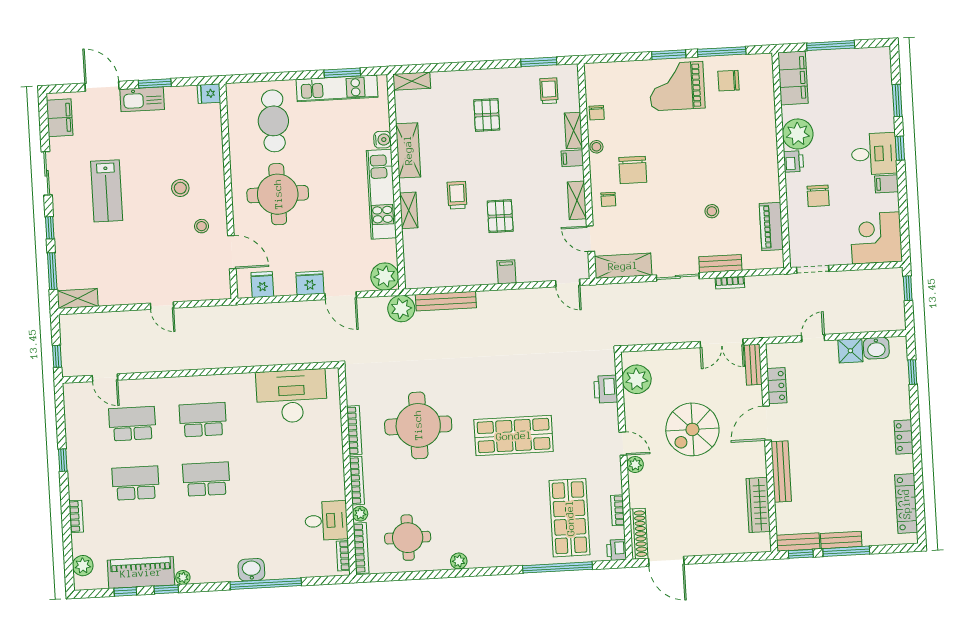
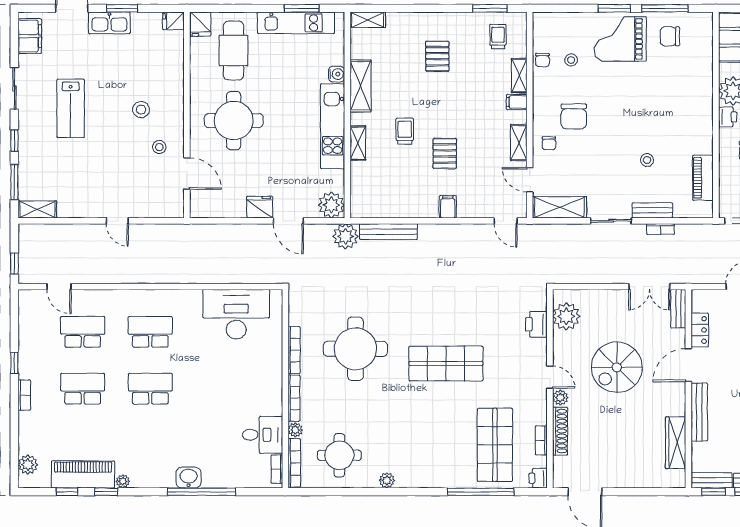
stool: (596, 147) -> (571, 60), moved
fridge: (262, 285) -> (201, 24), moved, turned 180
bookcase: (76, 516) -> (24, 395), moved
shoe rack: (639, 534) -> (560, 431), moved

